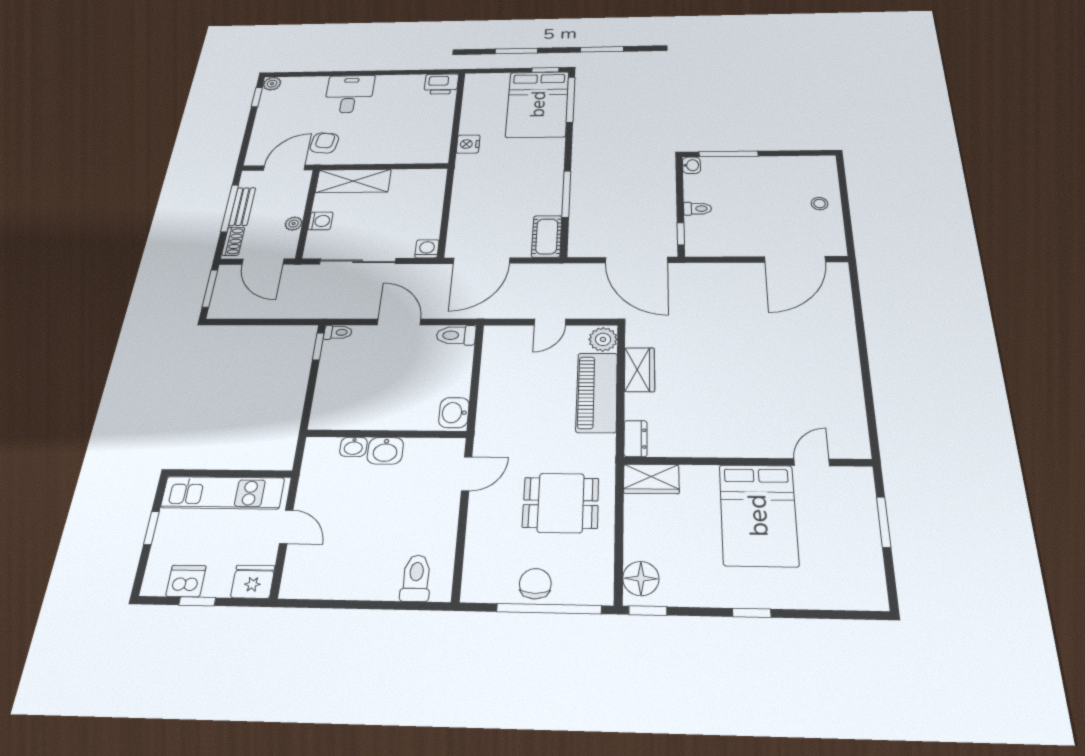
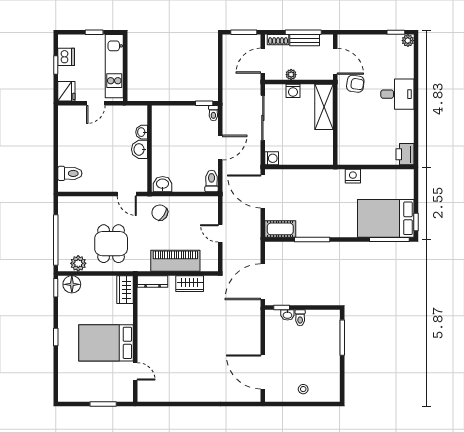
washbasin: (691, 165) -> (287, 315), moved
plant: (603, 339) -> (78, 263), moved
dresser: (635, 439) -> (153, 282), width x1.44
chair: (535, 584) -> (160, 213), moved, turned -147

